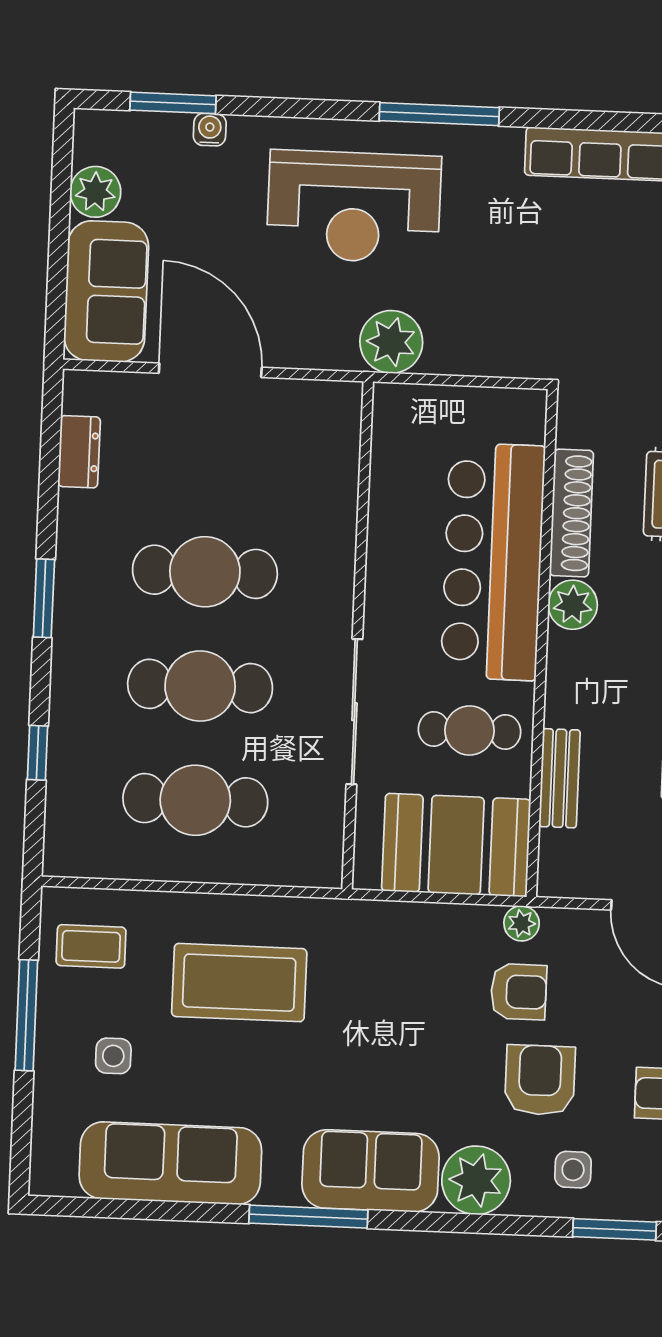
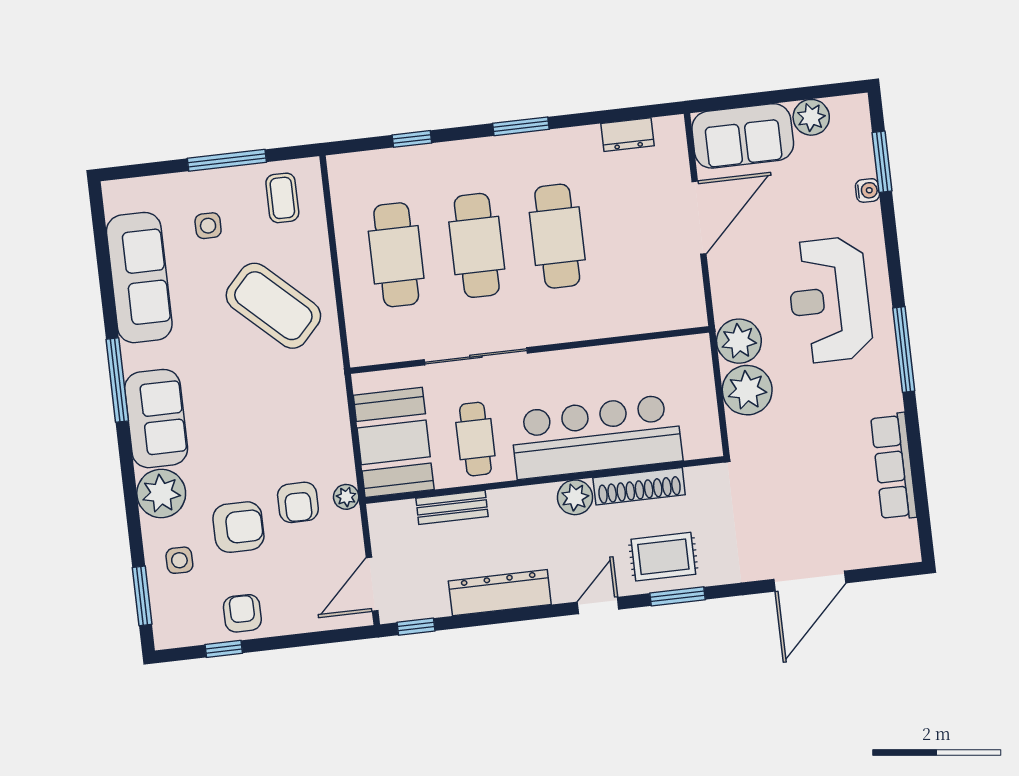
plant: (461, 341) -> (747, 390), added
coffee table: (239, 983) -> (273, 306), turned -47

